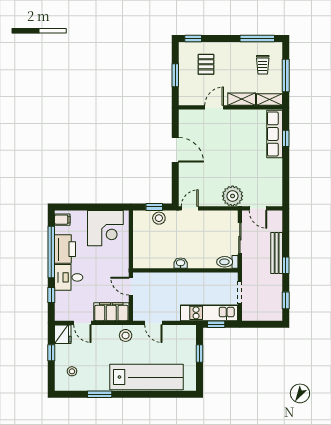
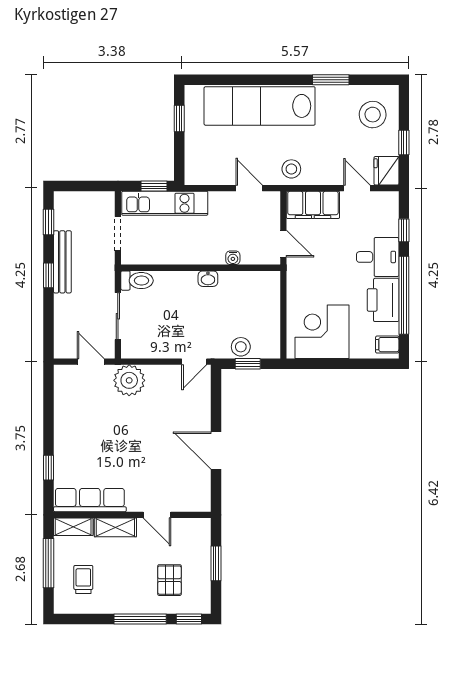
window: (257, 39) -> (140, 619), moved
door: (214, 107) -> (157, 515), hinge flipped
row of seats: (275, 134) -> (90, 500), moved, turned -90
bench: (277, 253) -> (62, 262), moved
water cooler: (164, 277) -> (233, 258), added
window: (200, 354) -> (179, 119), moved
stool: (72, 371) -> (373, 115), width x1.89, depth x1.89

